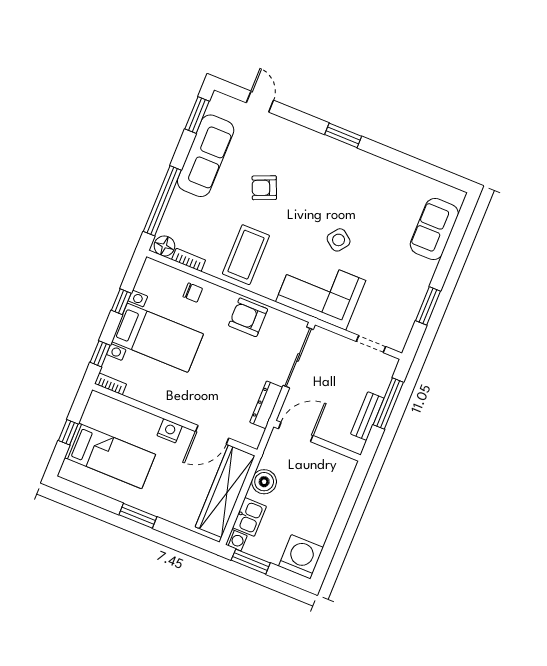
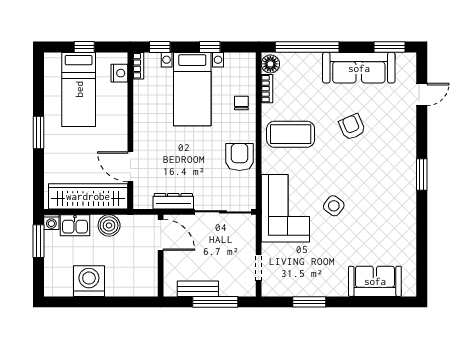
chair: (193, 293) -> (241, 103), turned 180
nightstand: (170, 431) -> (119, 73), moved
washing machine: (301, 557) -> (89, 281), moved, turned -90

